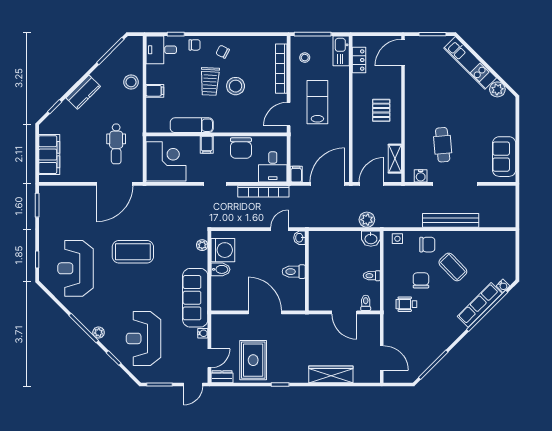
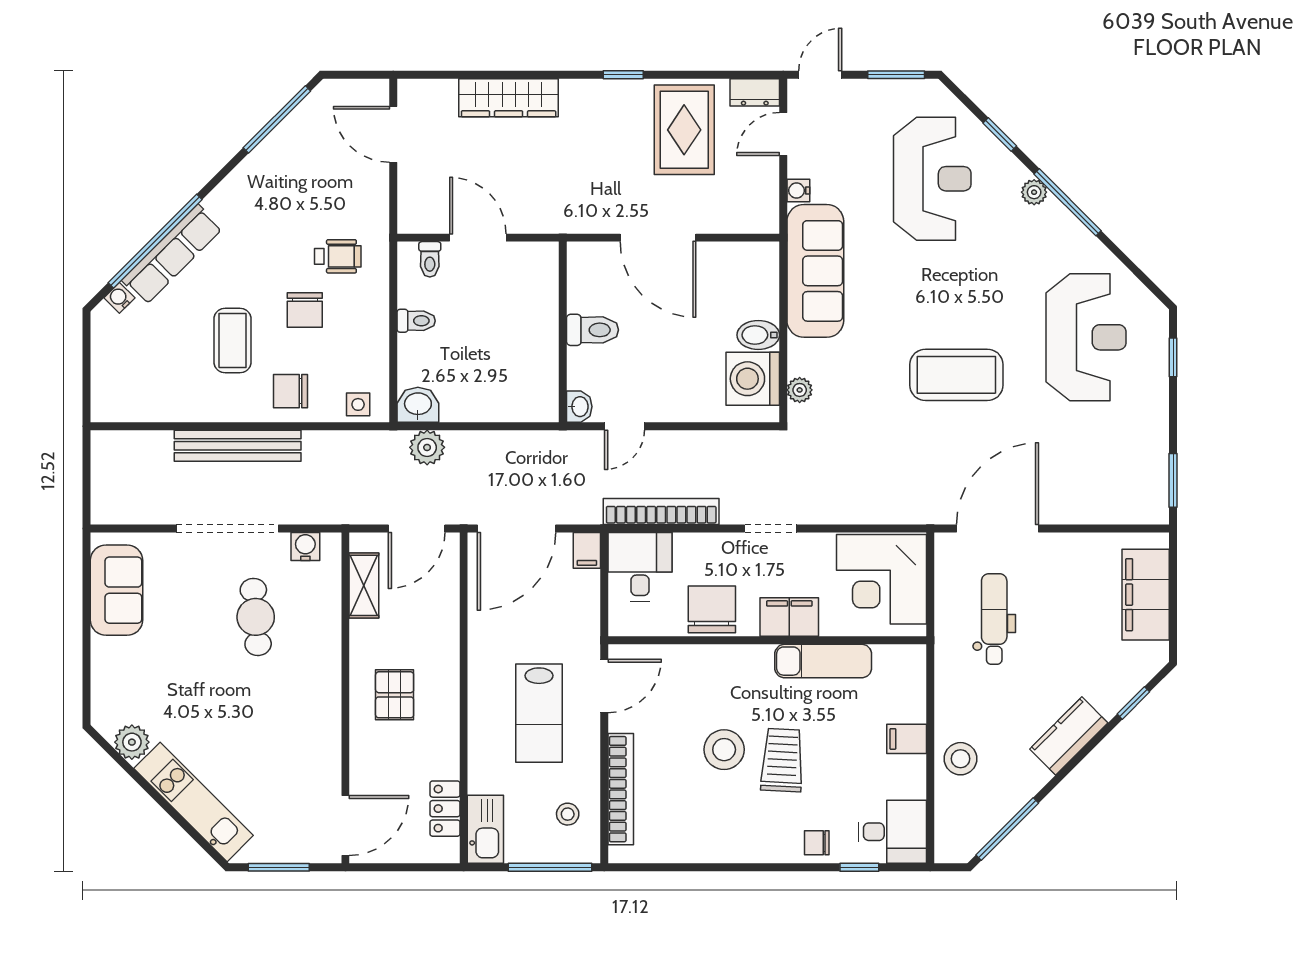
chair: (223, 52) -> (753, 827), removed
filing cabinet: (207, 145) -> (789, 617), width x2.00
coffee table: (453, 267) -> (233, 340), turned 44

